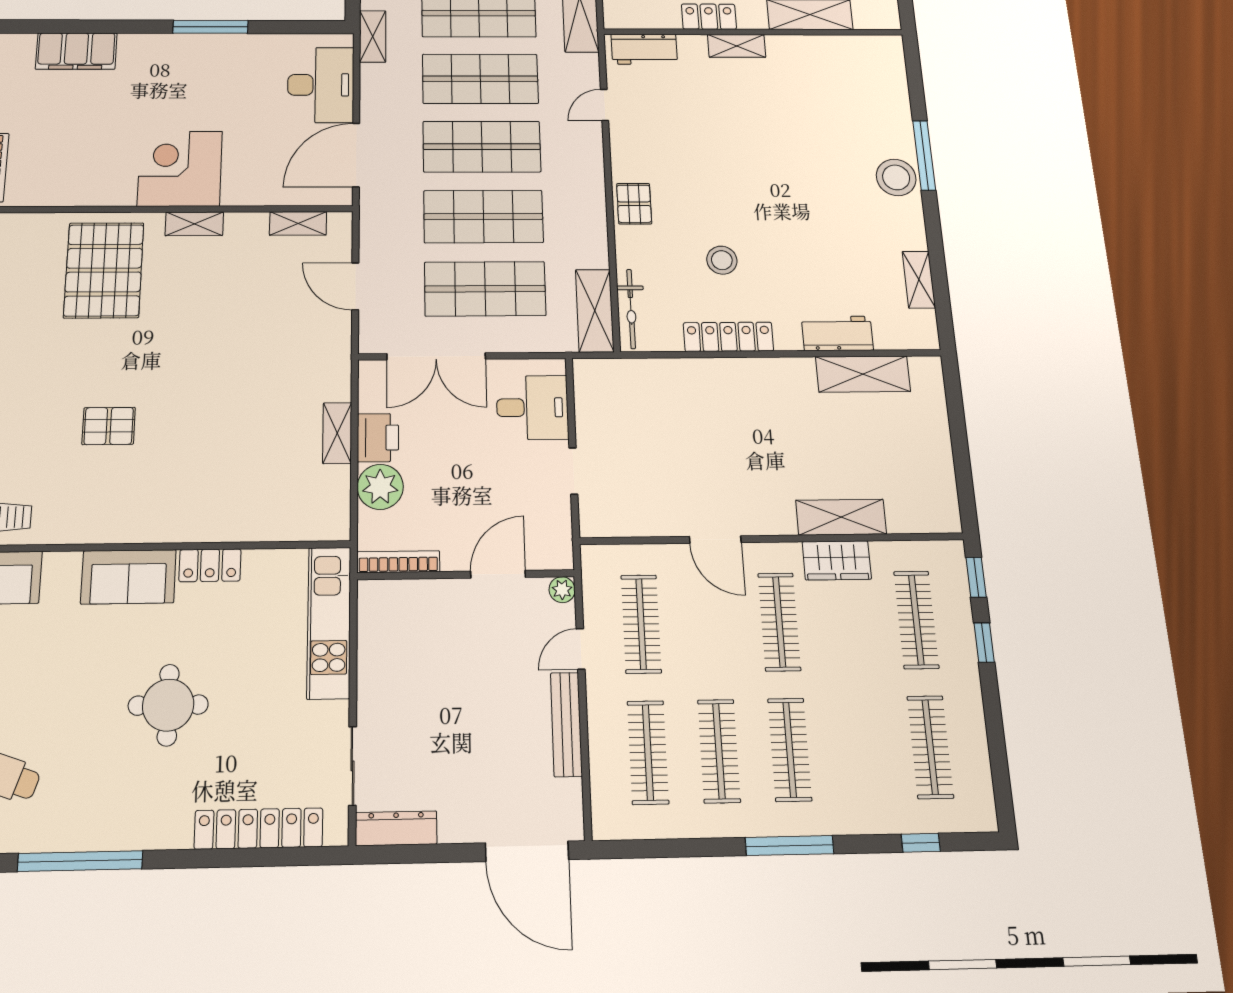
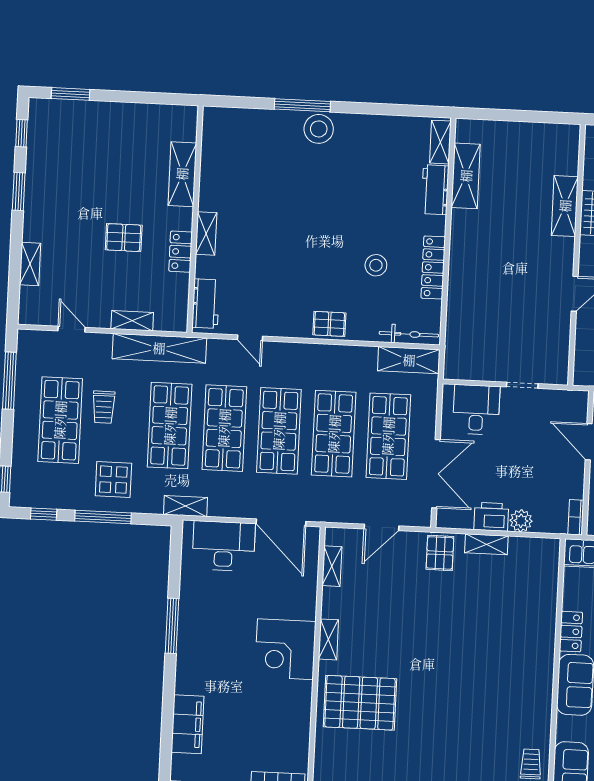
shelving: (919, 280) -> (440, 142), moved, turned 90
pallet: (109, 426) -> (440, 553), moved
plant: (380, 487) -> (521, 521), width x0.73, depth x0.73
bookcase: (398, 562) -> (576, 517), width x0.64

